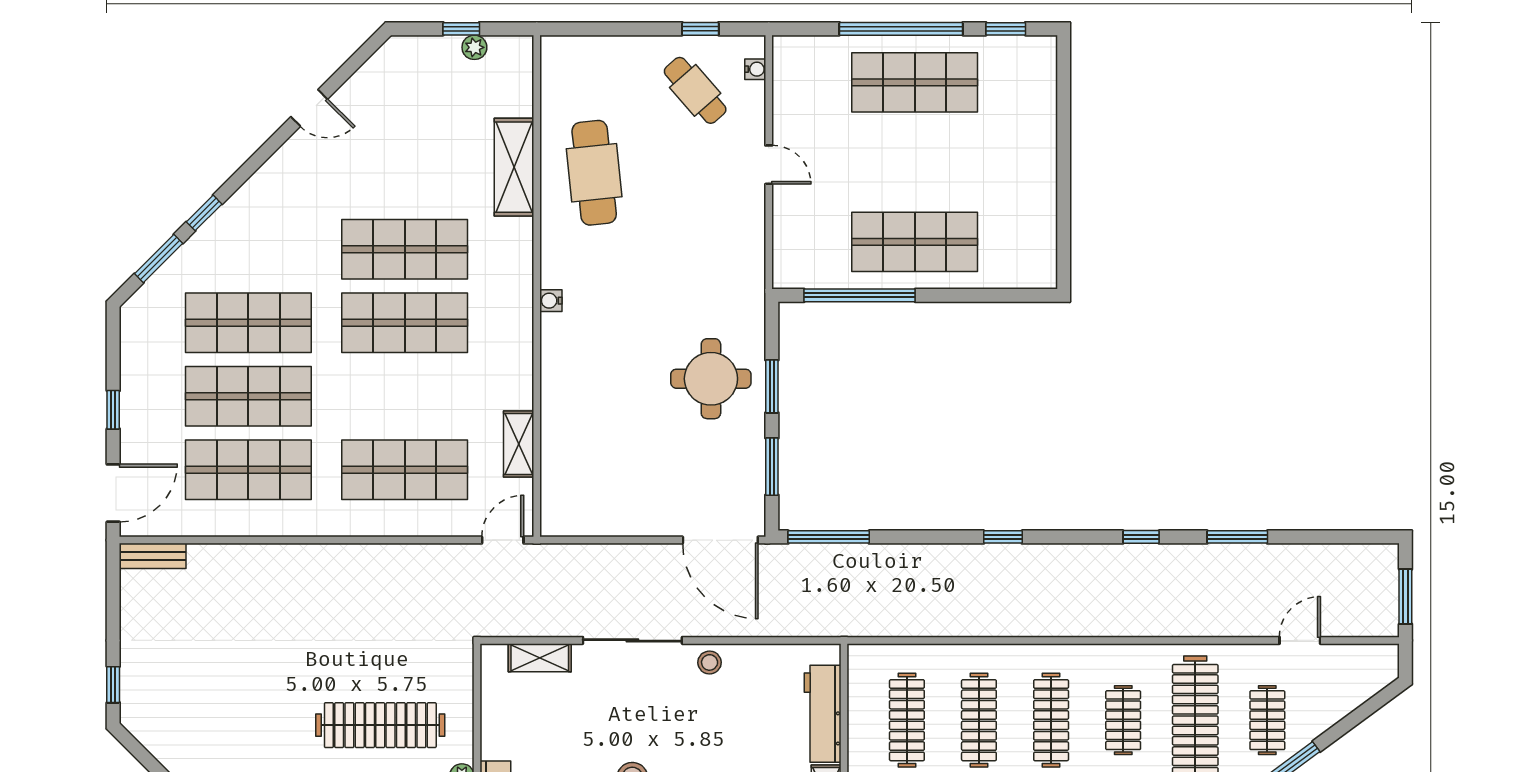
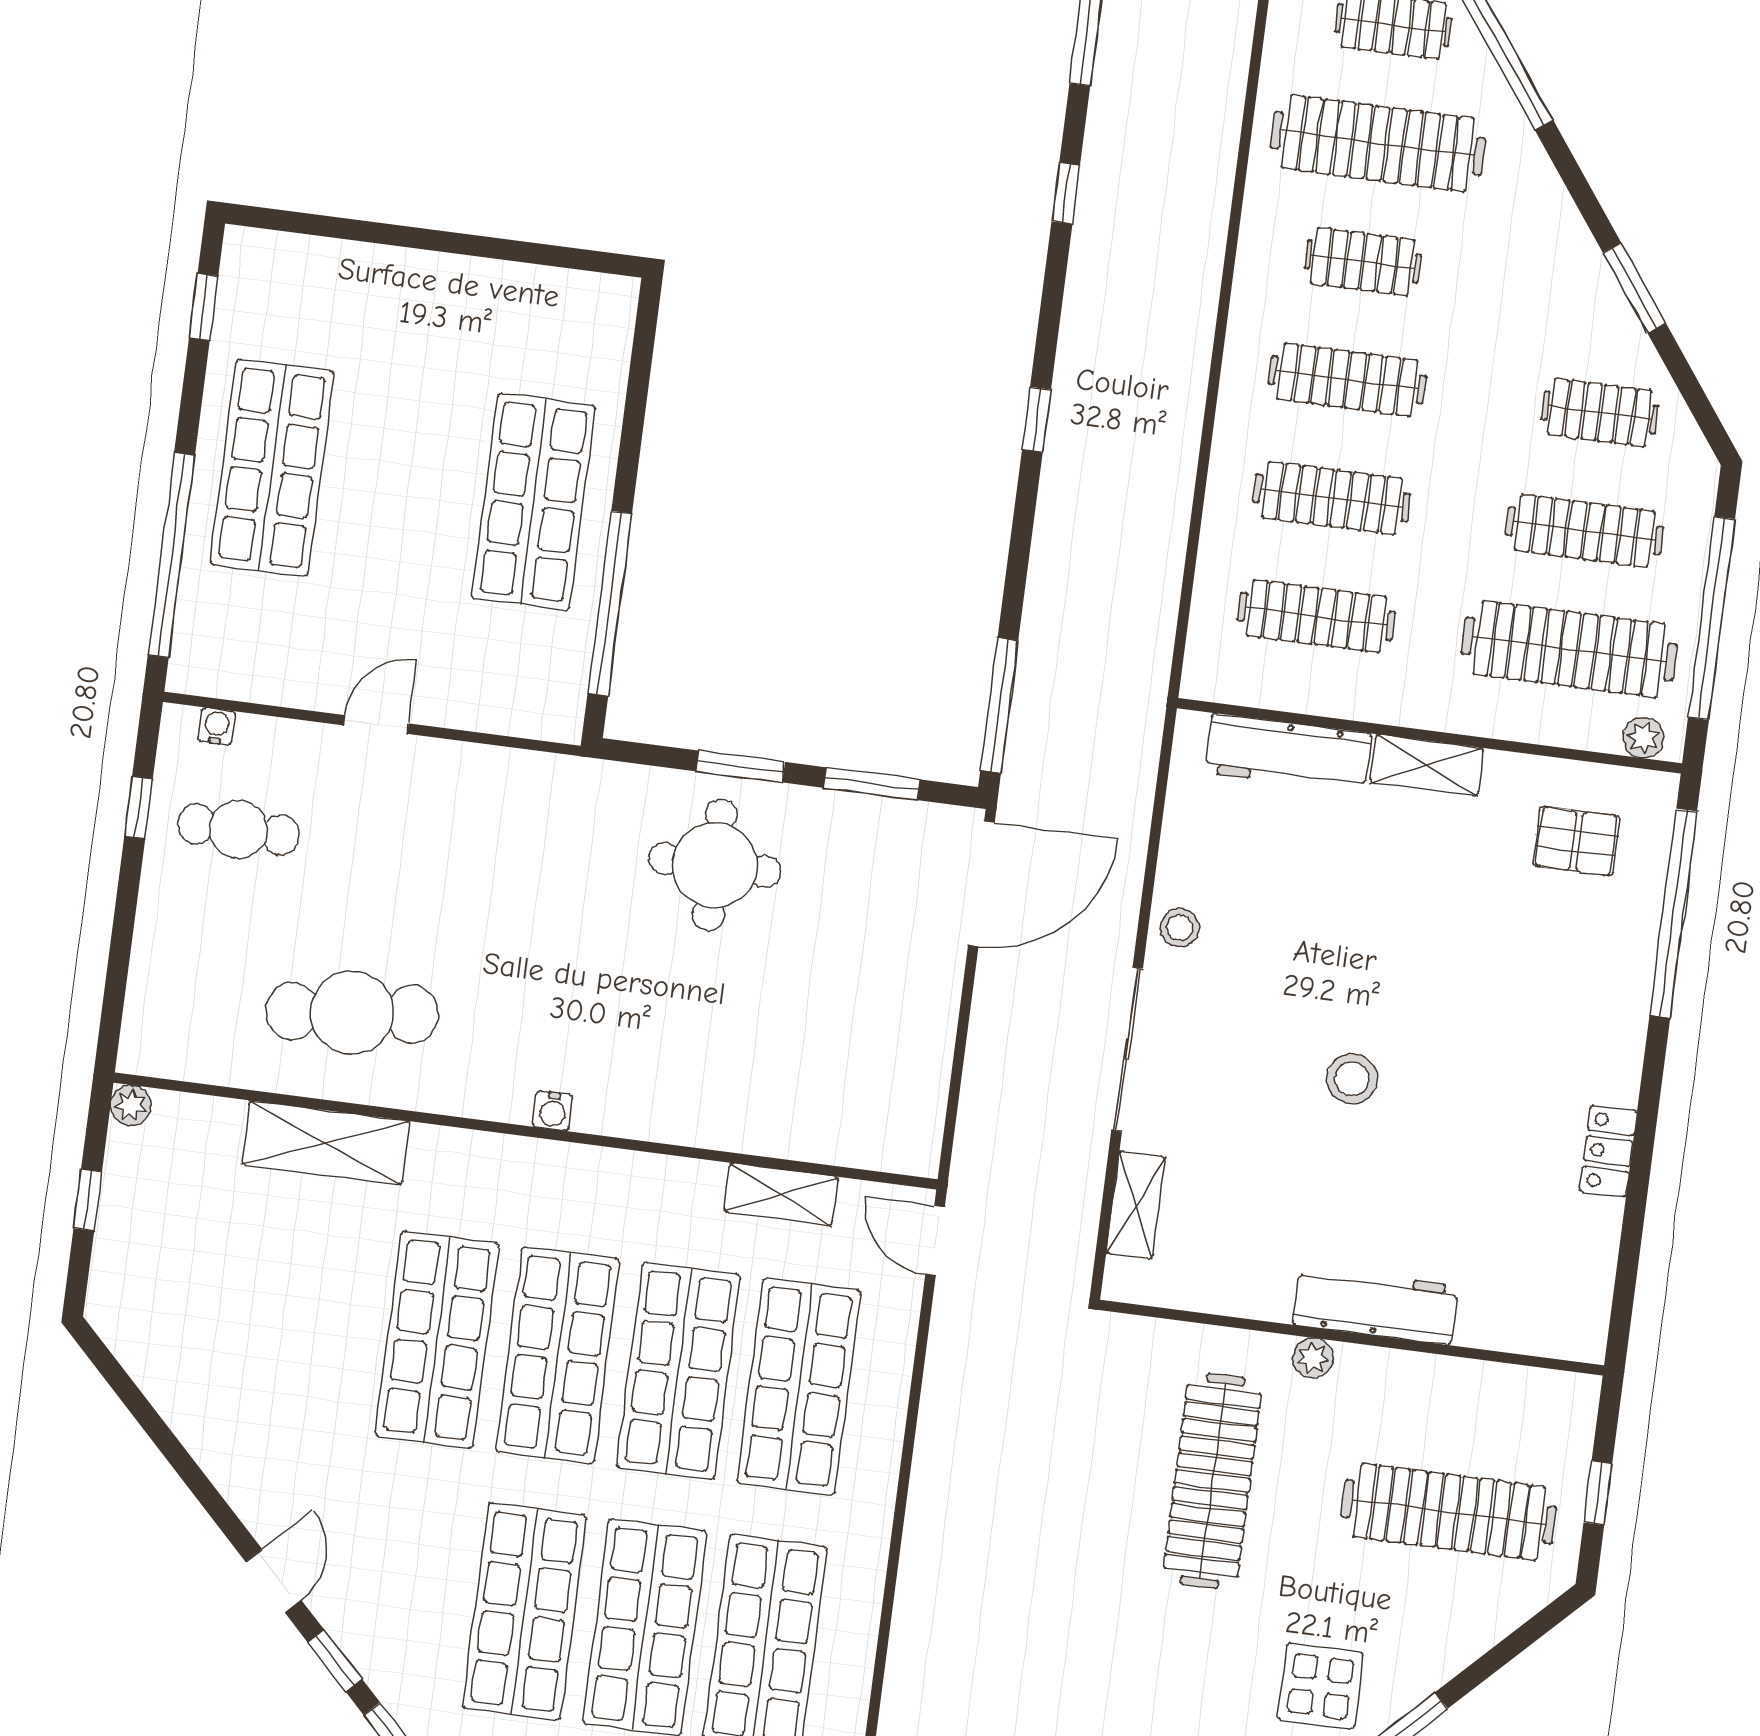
window: (901, 29) -> (171, 555), moved
plant: (474, 47) -> (131, 1105), moved
cafe table: (695, 90) -> (238, 829), turned 41
door: (309, 108) -> (274, 1581), moved
shop shelf: (405, 396) -> (678, 1371), added

